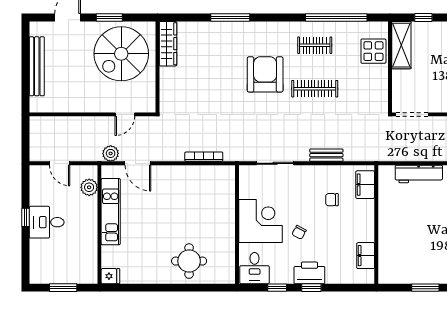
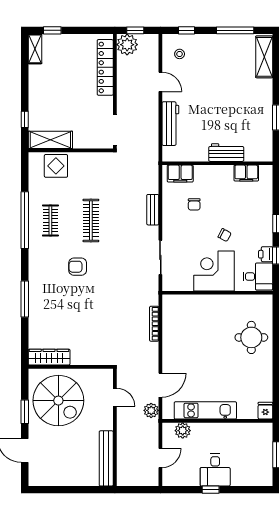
window: (336, 18) -> (25, 220), moved
bench: (37, 66) -> (106, 458), moved, turned 90
armchair: (265, 74) -> (78, 267), width x0.53, depth x0.53
workbench: (388, 234) -> (226, 153), added
printer: (309, 273) -> (266, 254), moved, width x0.53, depth x0.68

